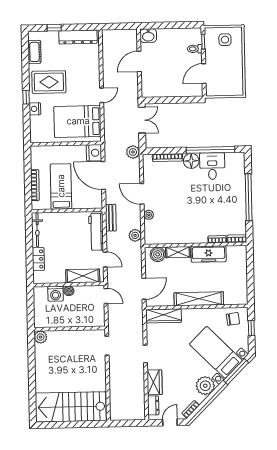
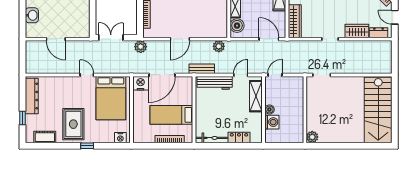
washbasin: (148, 36) -> (32, 15), moved
nightstand: (35, 109) -> (120, 138), moved
plant: (149, 215) -> (200, 33), removed

